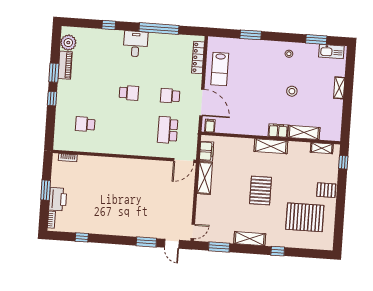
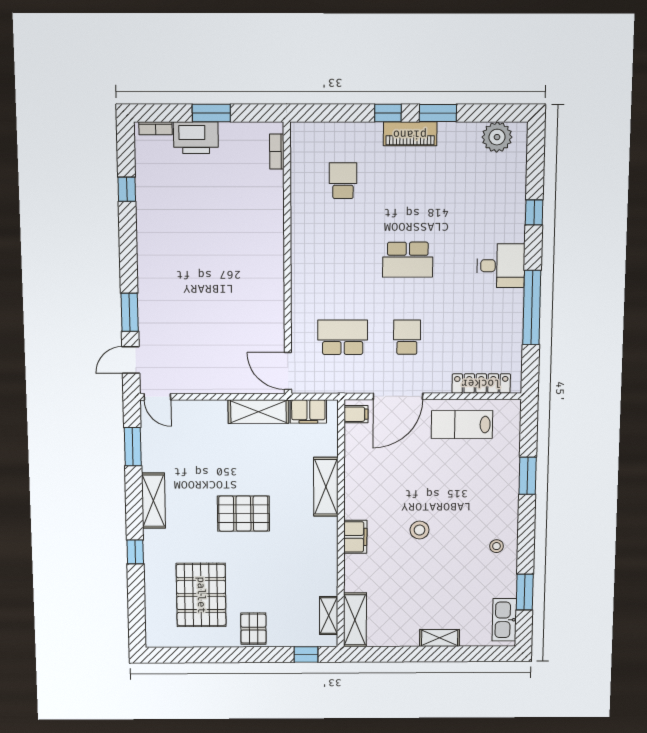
piano: (65, 65) -> (410, 134), moved
stool: (292, 91) -> (419, 530), moved
school desk: (129, 93) -> (408, 260), width x1.85
shelving: (304, 132) -> (355, 620), moved
shelving: (271, 146) -> (326, 487), moved

